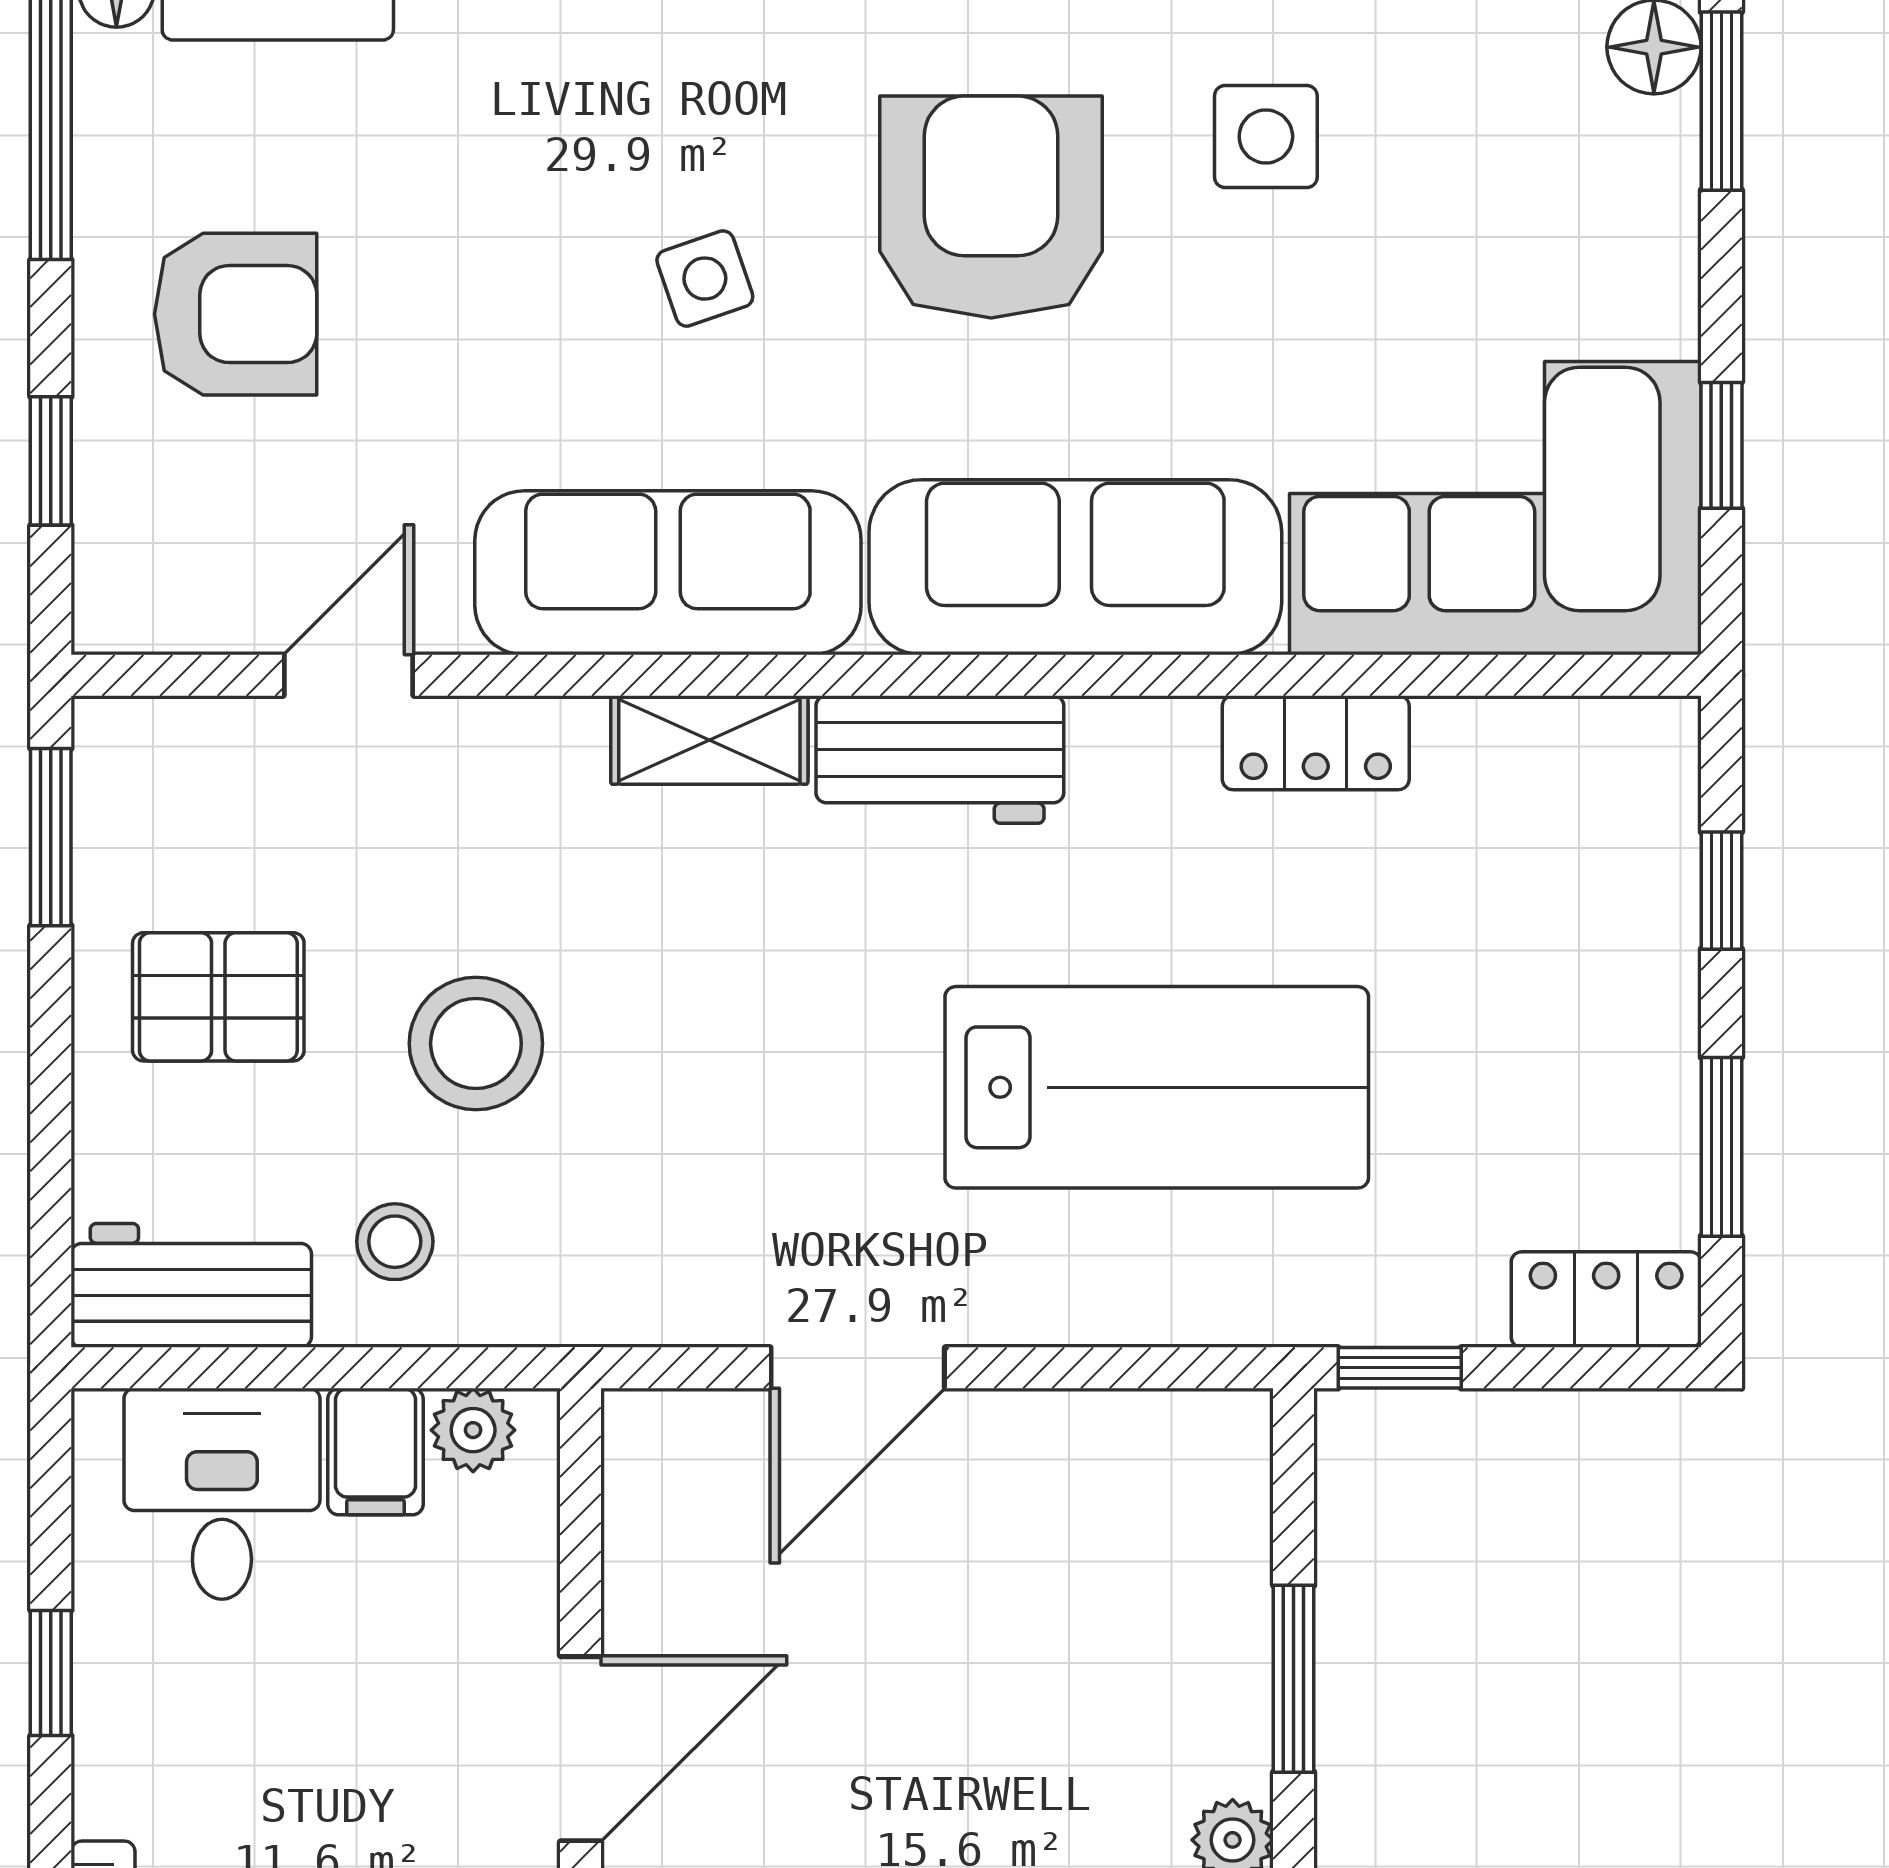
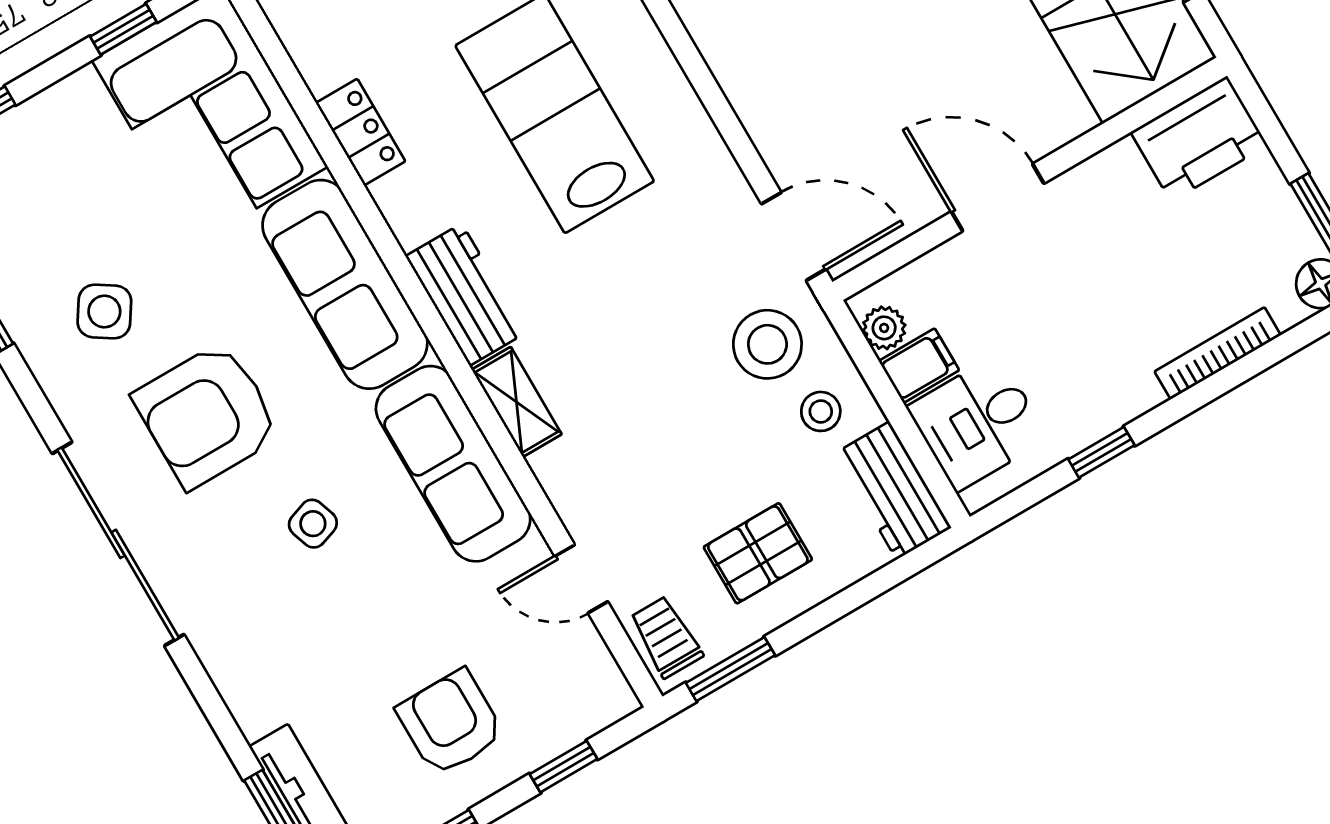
side table: (1266, 136) -> (104, 312), turned 33
trolley: (168, 761) -> (666, 637), added
pallet: (218, 997) -> (758, 553), turned 90
stool: (476, 1043) -> (767, 344), moved
door: (858, 1368) -> (794, 237), moved

